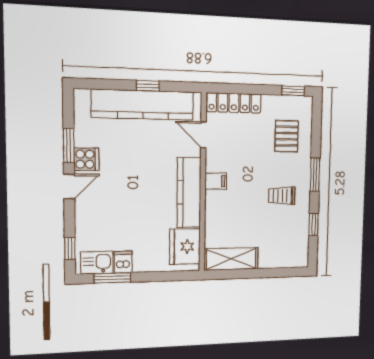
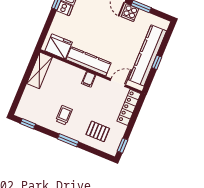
window: (314, 225) -> (28, 124), moved

